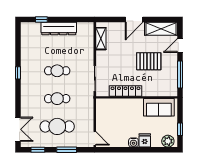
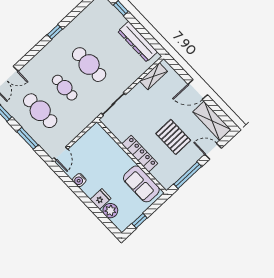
dresser: (59, 28) -> (138, 42), moved
cafe table: (57, 71) -> (89, 65), width x1.37, depth x1.35
locker: (125, 91) -> (140, 154), moved
plant: (168, 141) -> (110, 211), moved
water cooler: (133, 142) -> (79, 180), moved

